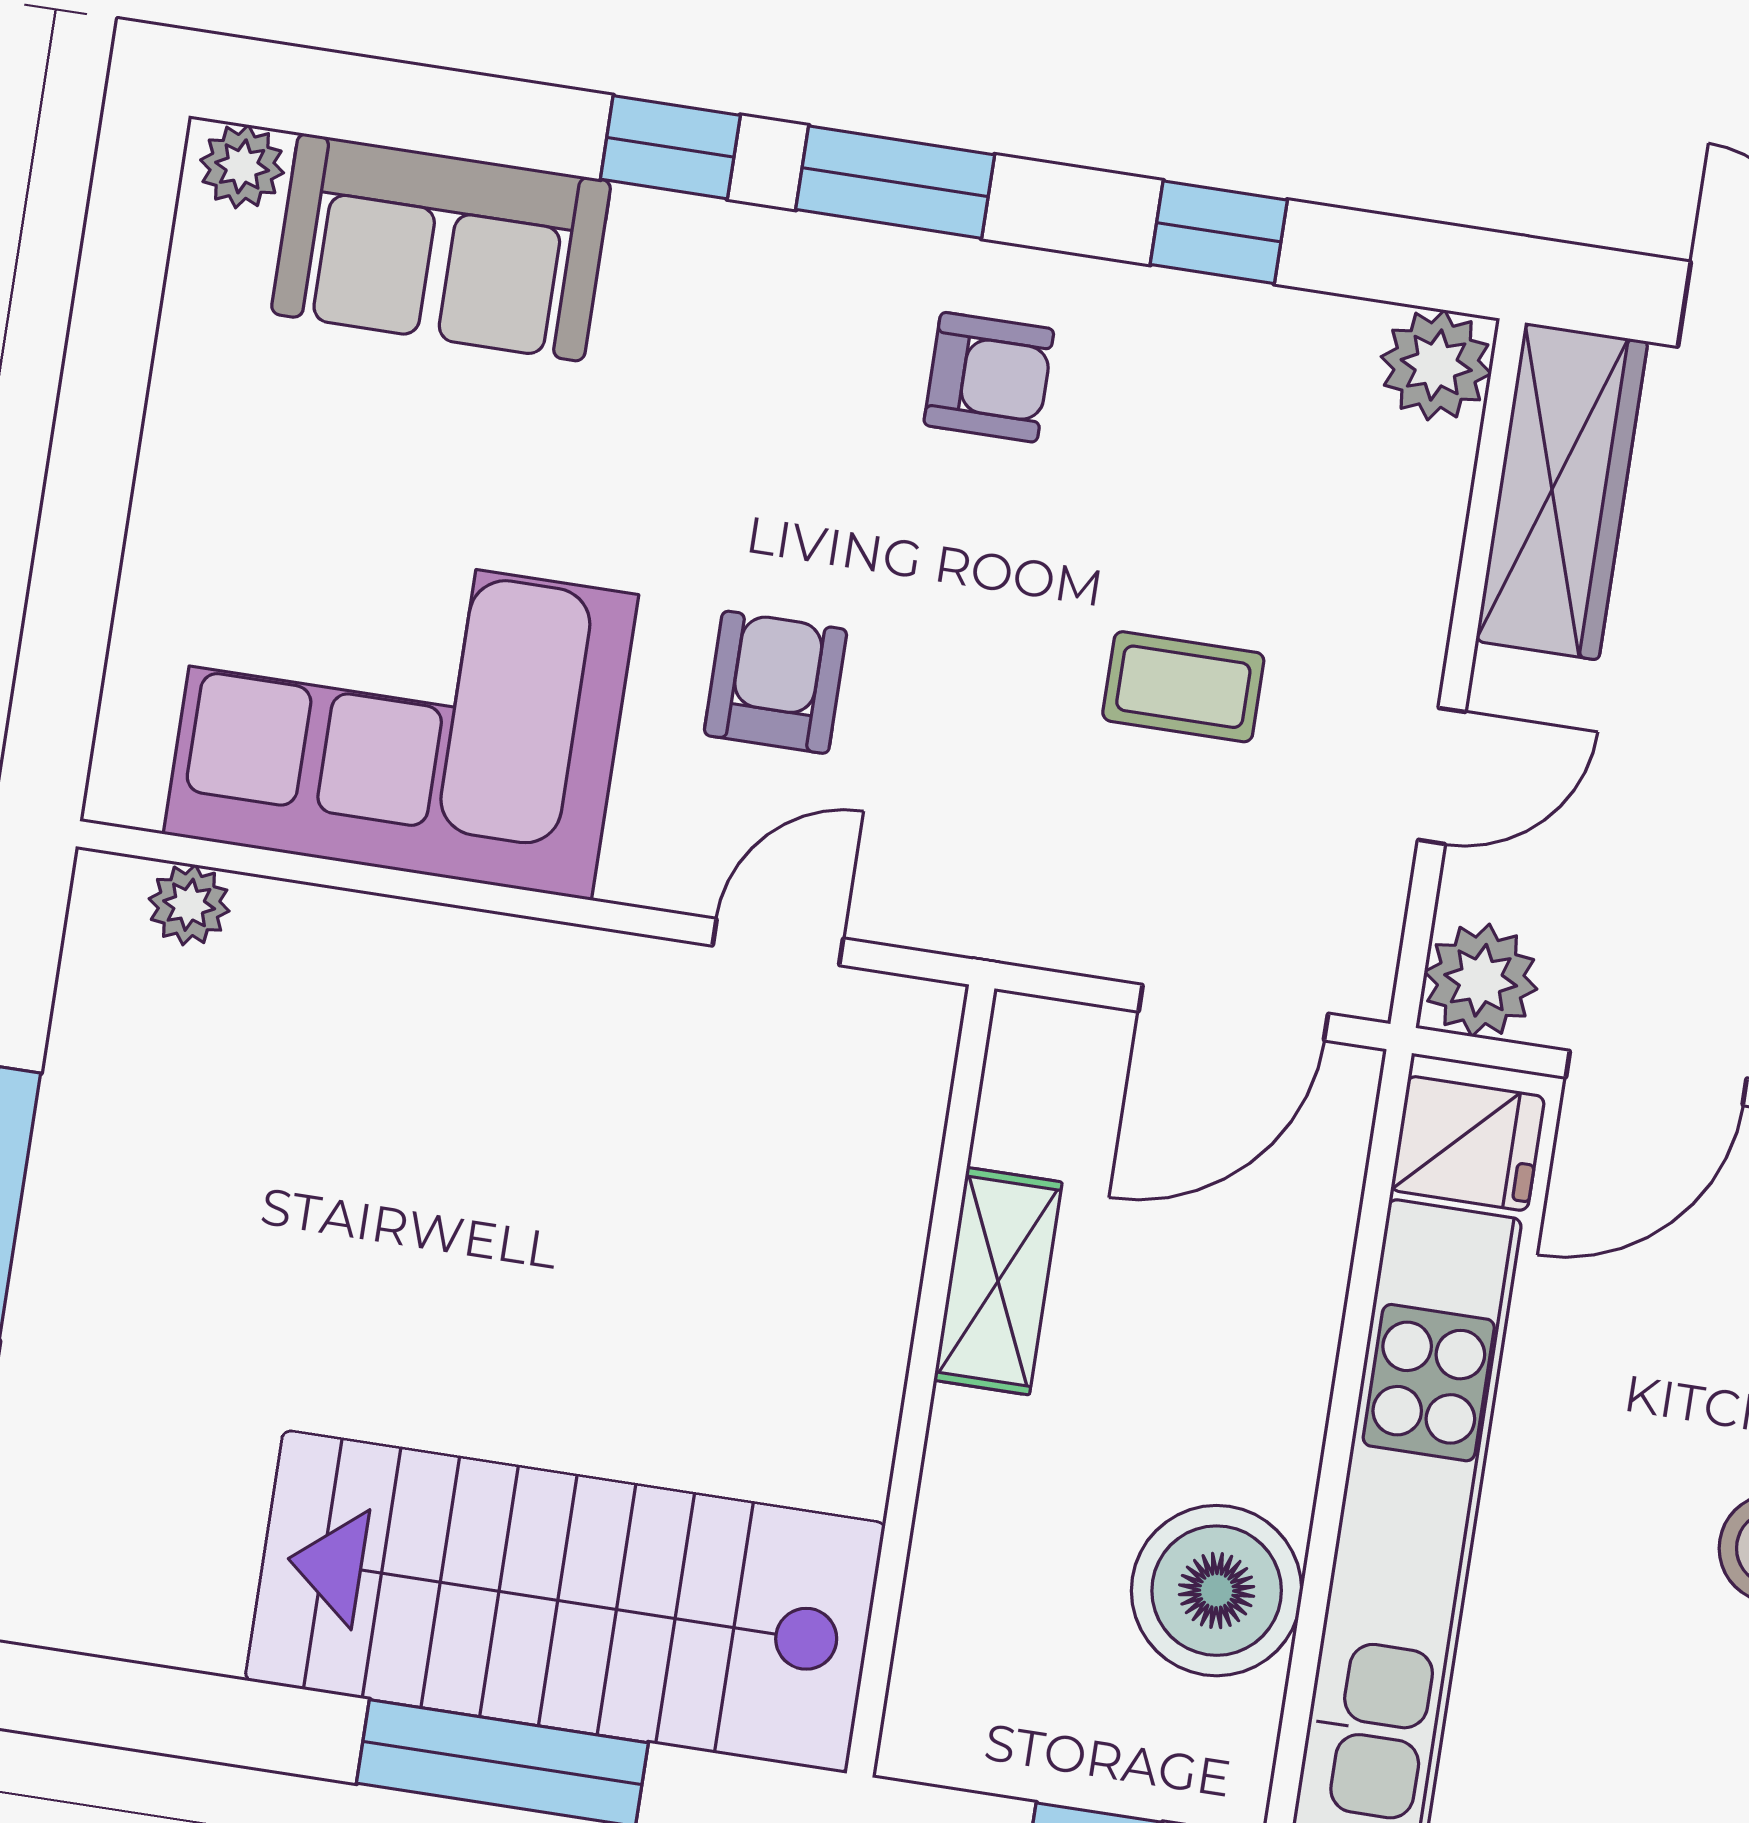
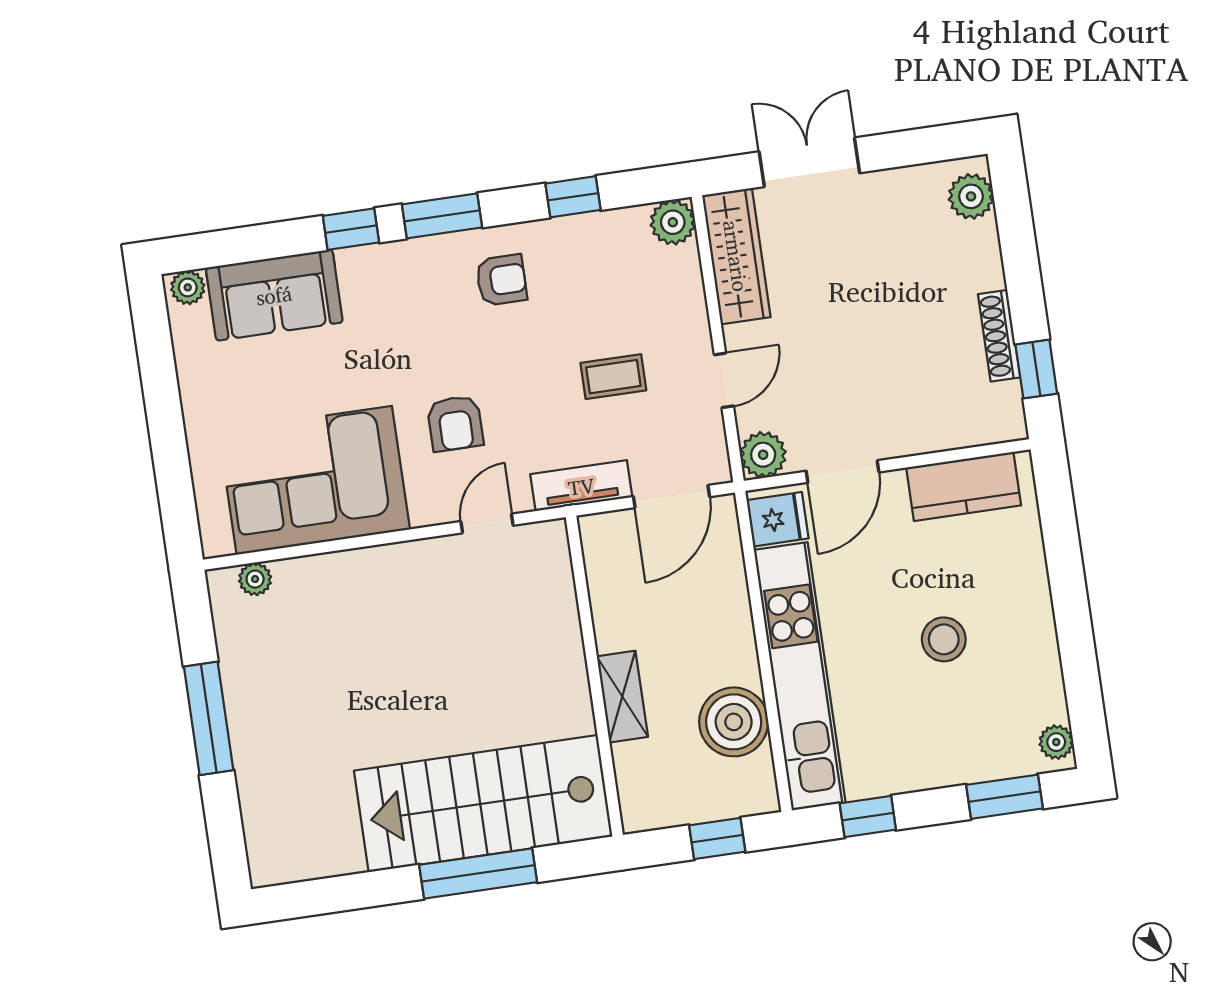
armchair: (775, 682) -> (455, 423), turned 180
tv unit: (1028, 921) -> (581, 486), added
shelving: (998, 1281) -> (622, 697), moved

